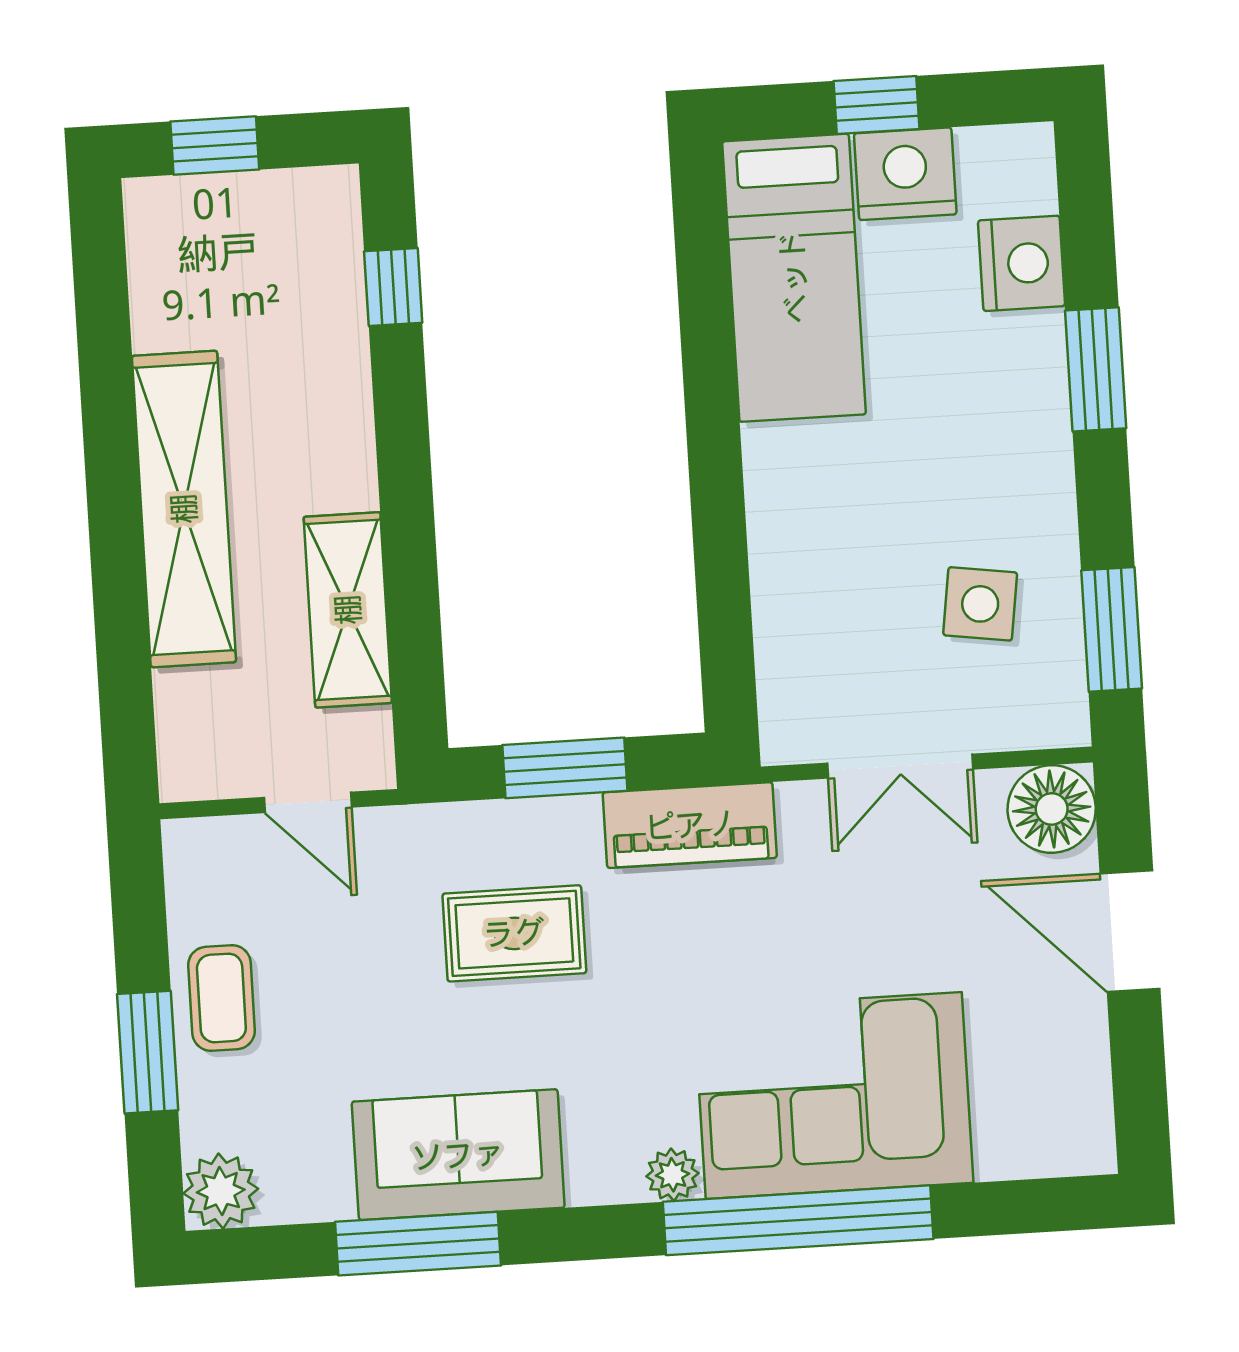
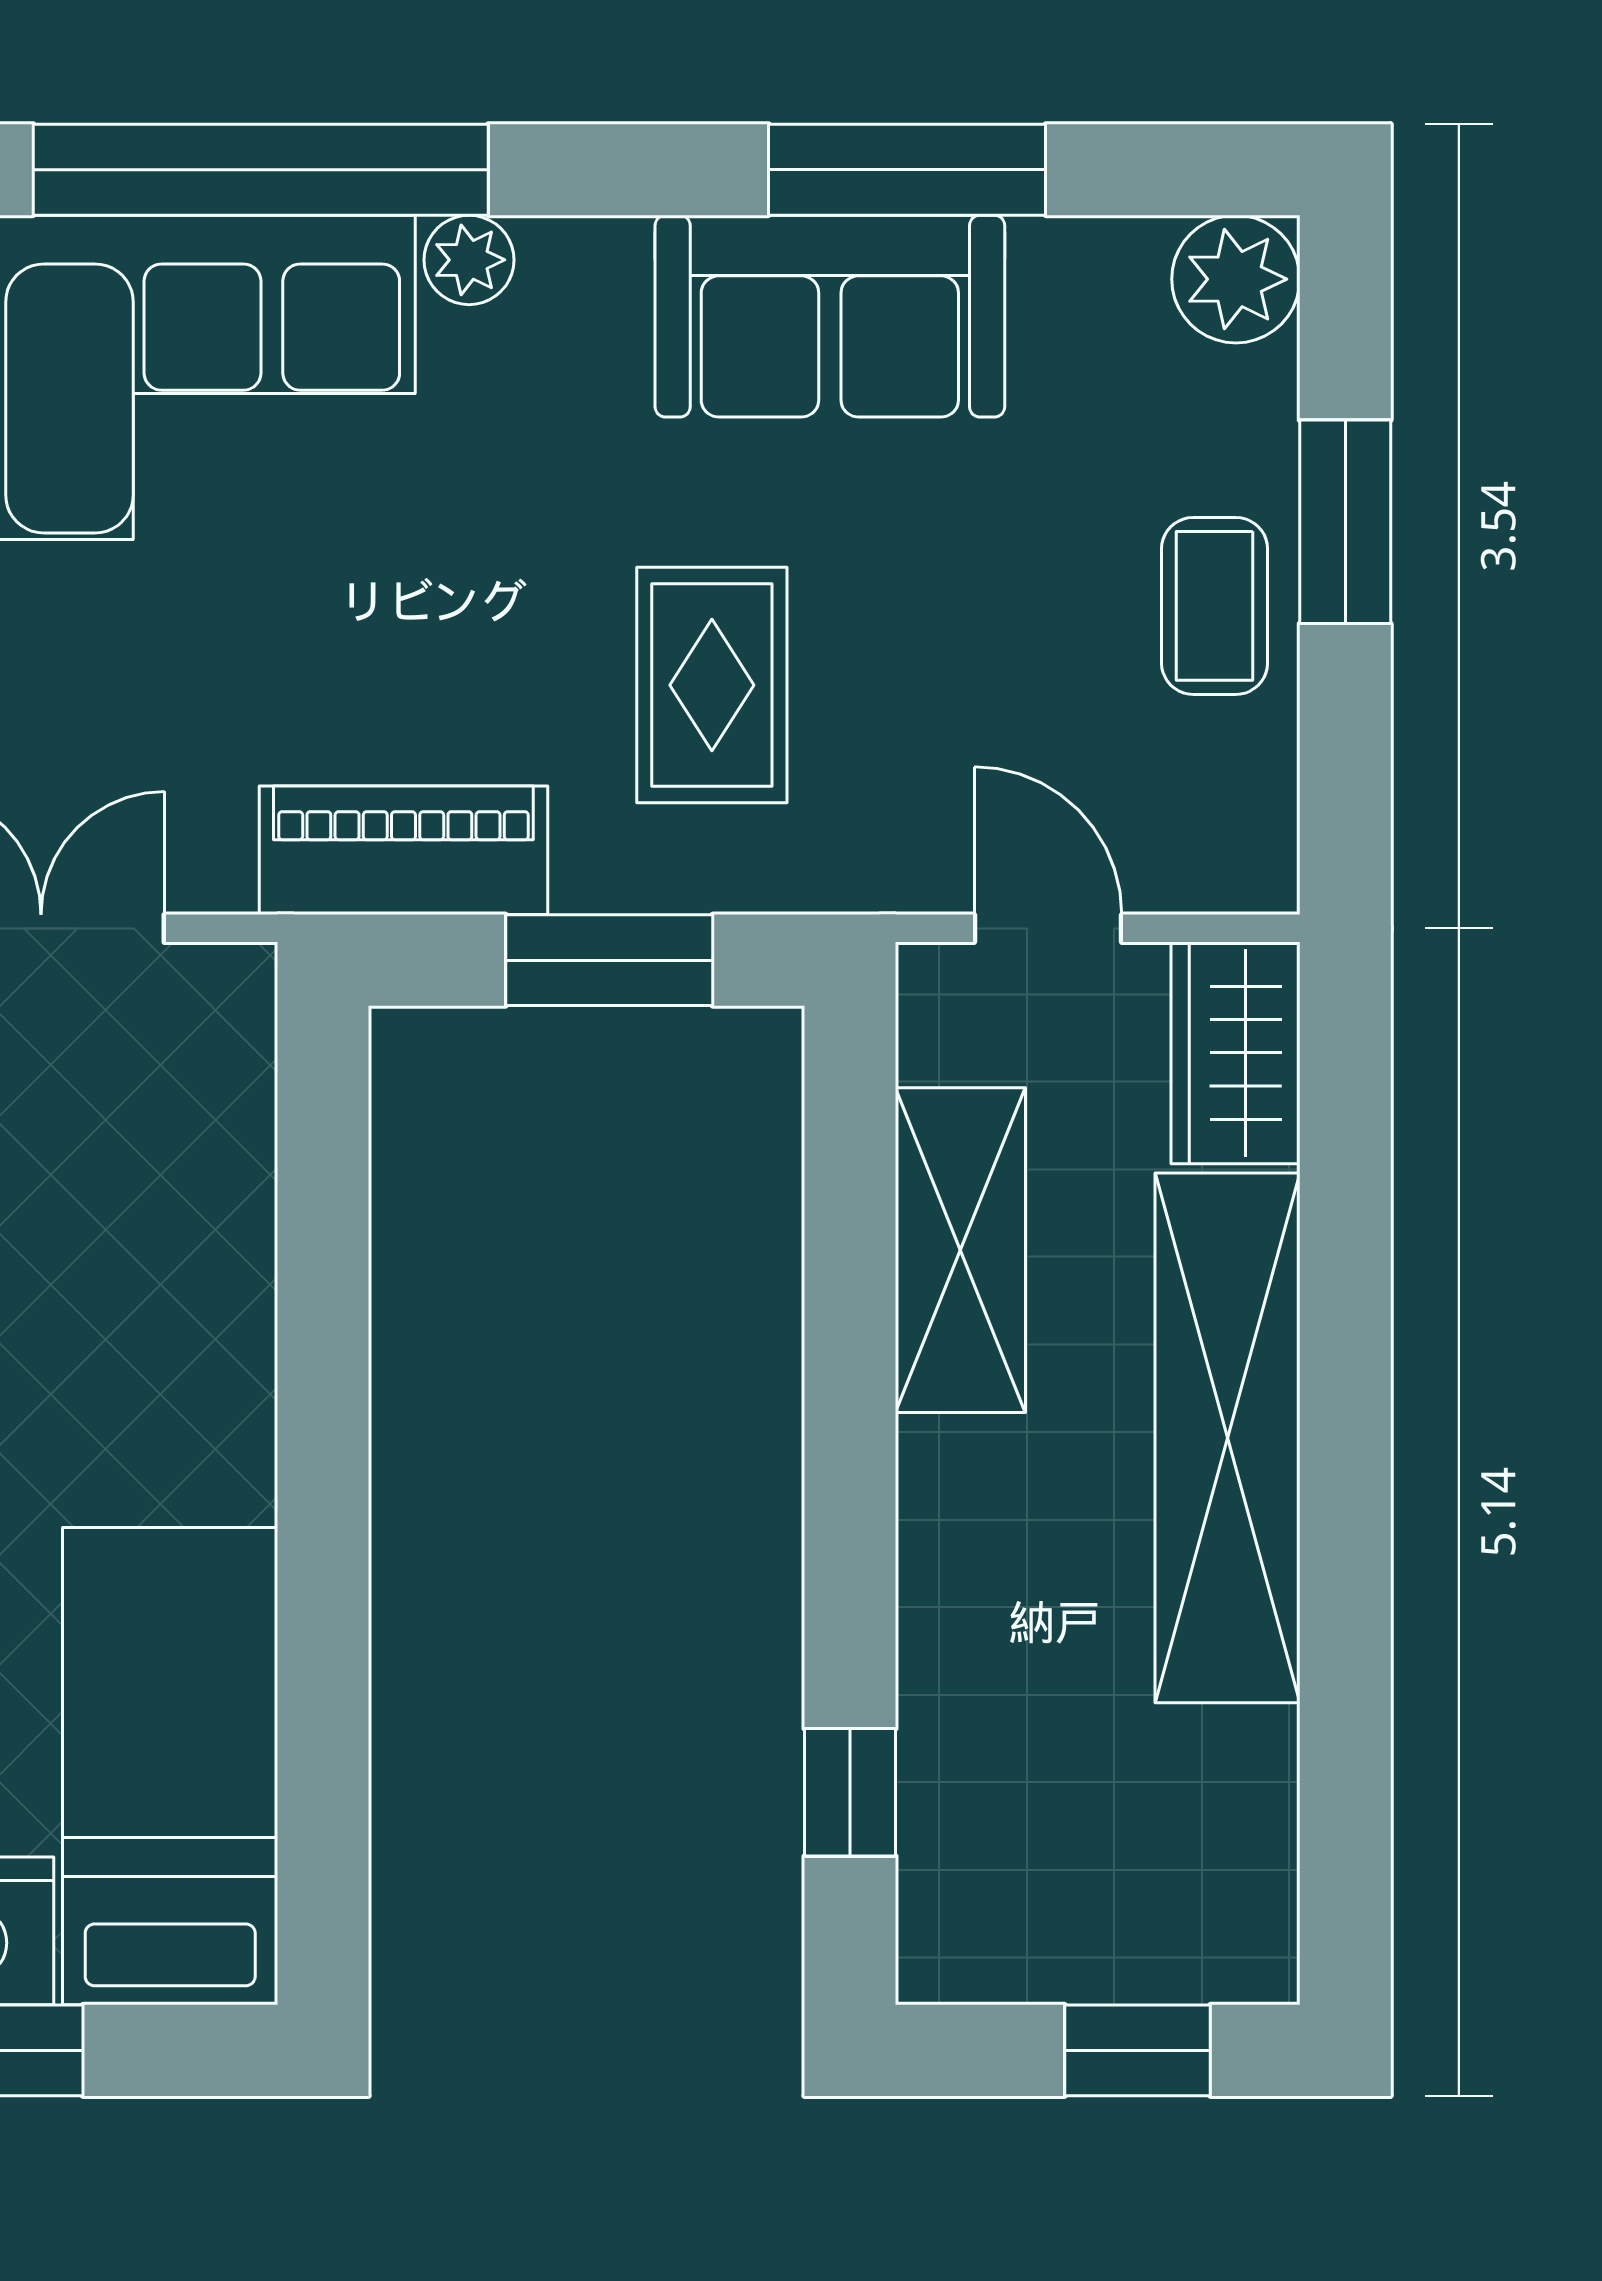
wardrobe: (193, 736) -> (1235, 1053), added
rug: (514, 933) -> (712, 685), turned 90

